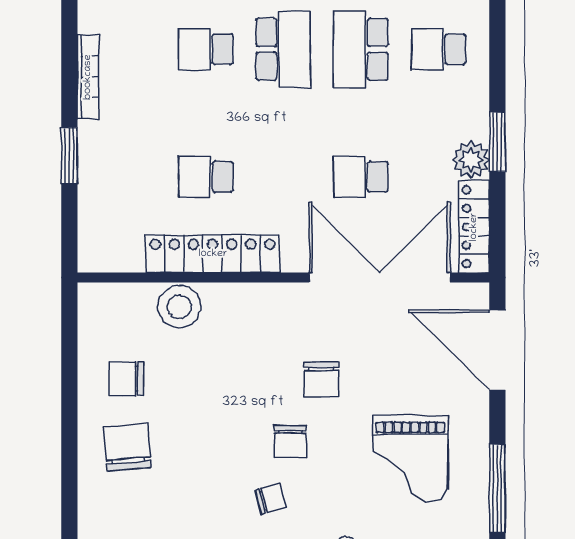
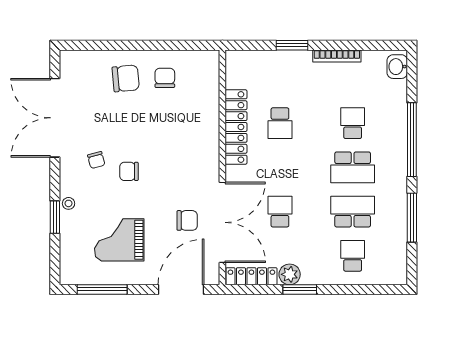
school desk: (206, 177) -> (280, 123), turned 180
stool: (179, 306) -> (206, 108), removed
chair: (321, 380) -> (187, 220), moved, turned 180

